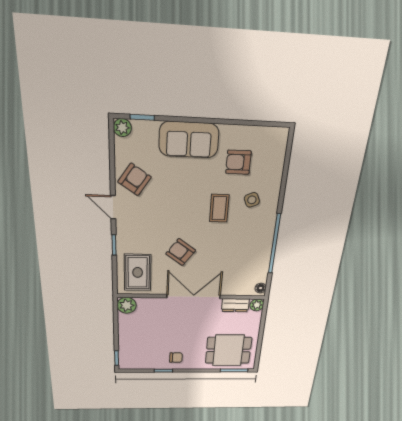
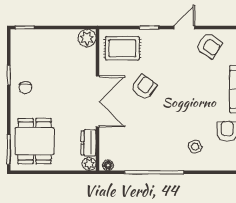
coffee table: (219, 208) -> (186, 119), removed

